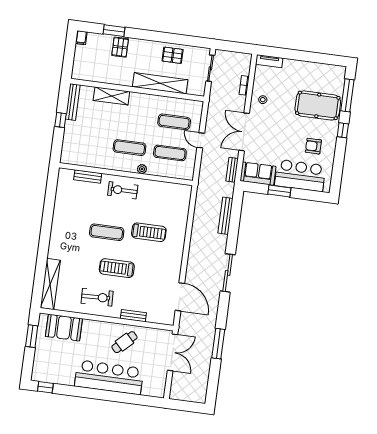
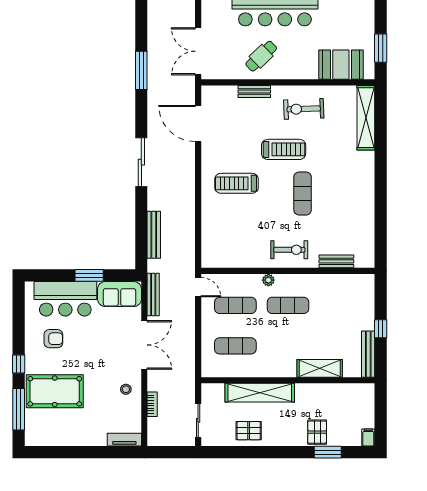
door: (201, 140) -> (198, 287), moved
bench: (232, 170) -> (153, 295), width x1.36
exercise mat: (107, 232) -> (303, 193), turned 90
treadmill: (149, 232) -> (237, 183), moved

